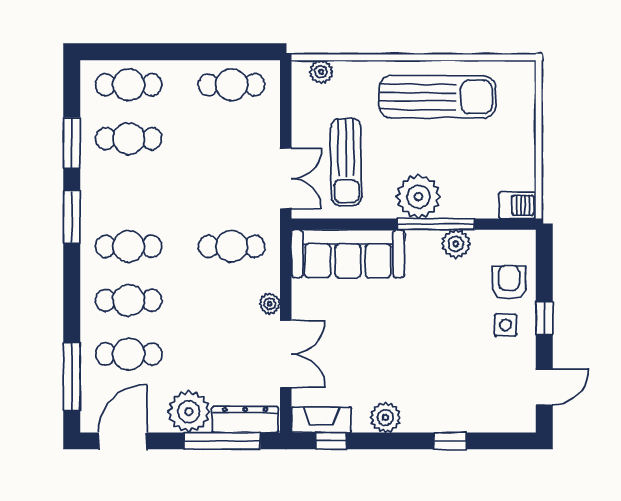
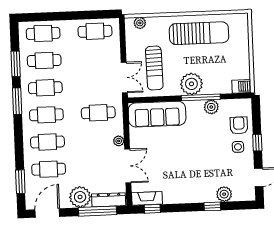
cafe table: (129, 192) -> (45, 88), added
window: (72, 377) -> (20, 182), width x0.69
plant: (385, 417) -> (224, 194), moved

